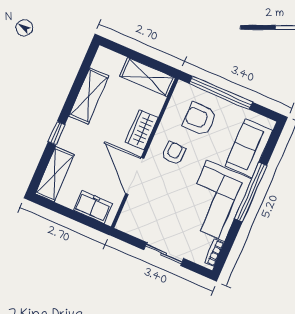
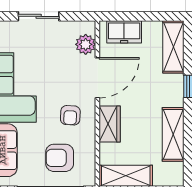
armchair: (200, 119) -> (60, 158), turned 180
door: (135, 176) -> (97, 78), hinge flipped
plant: (132, 211) -> (86, 44), added

